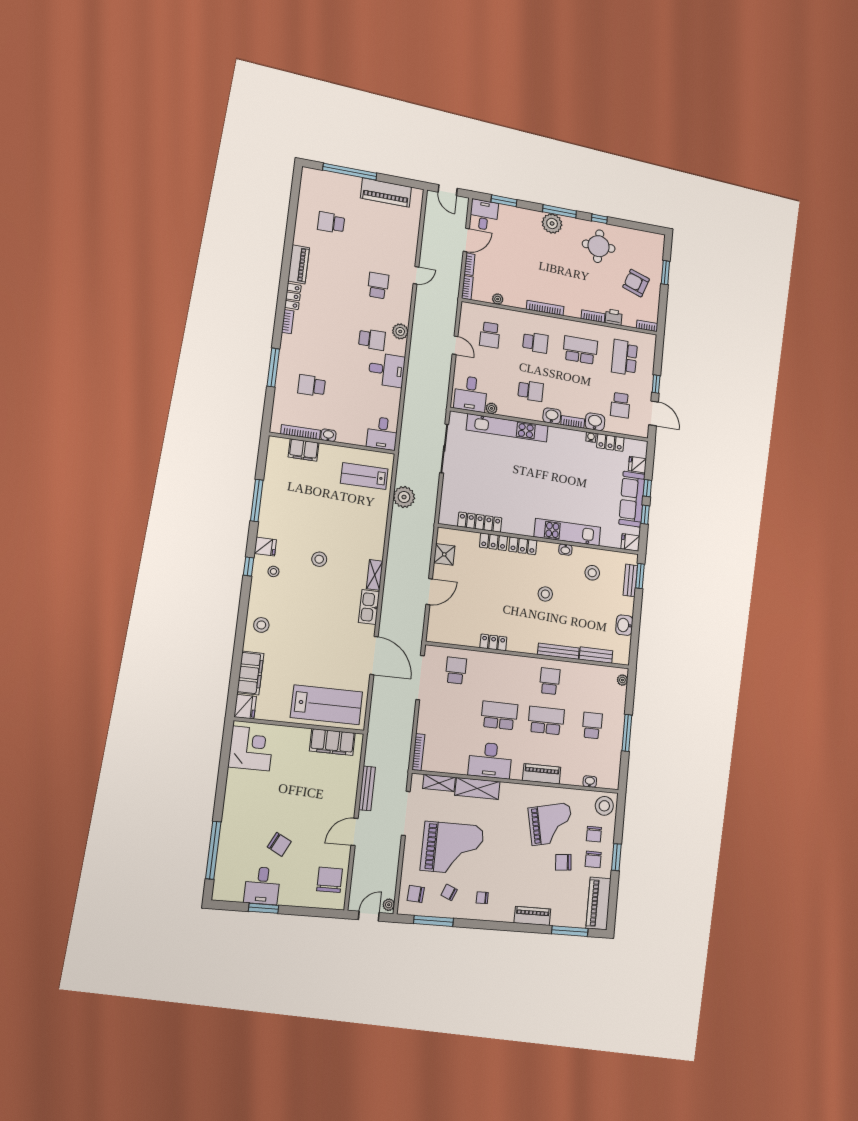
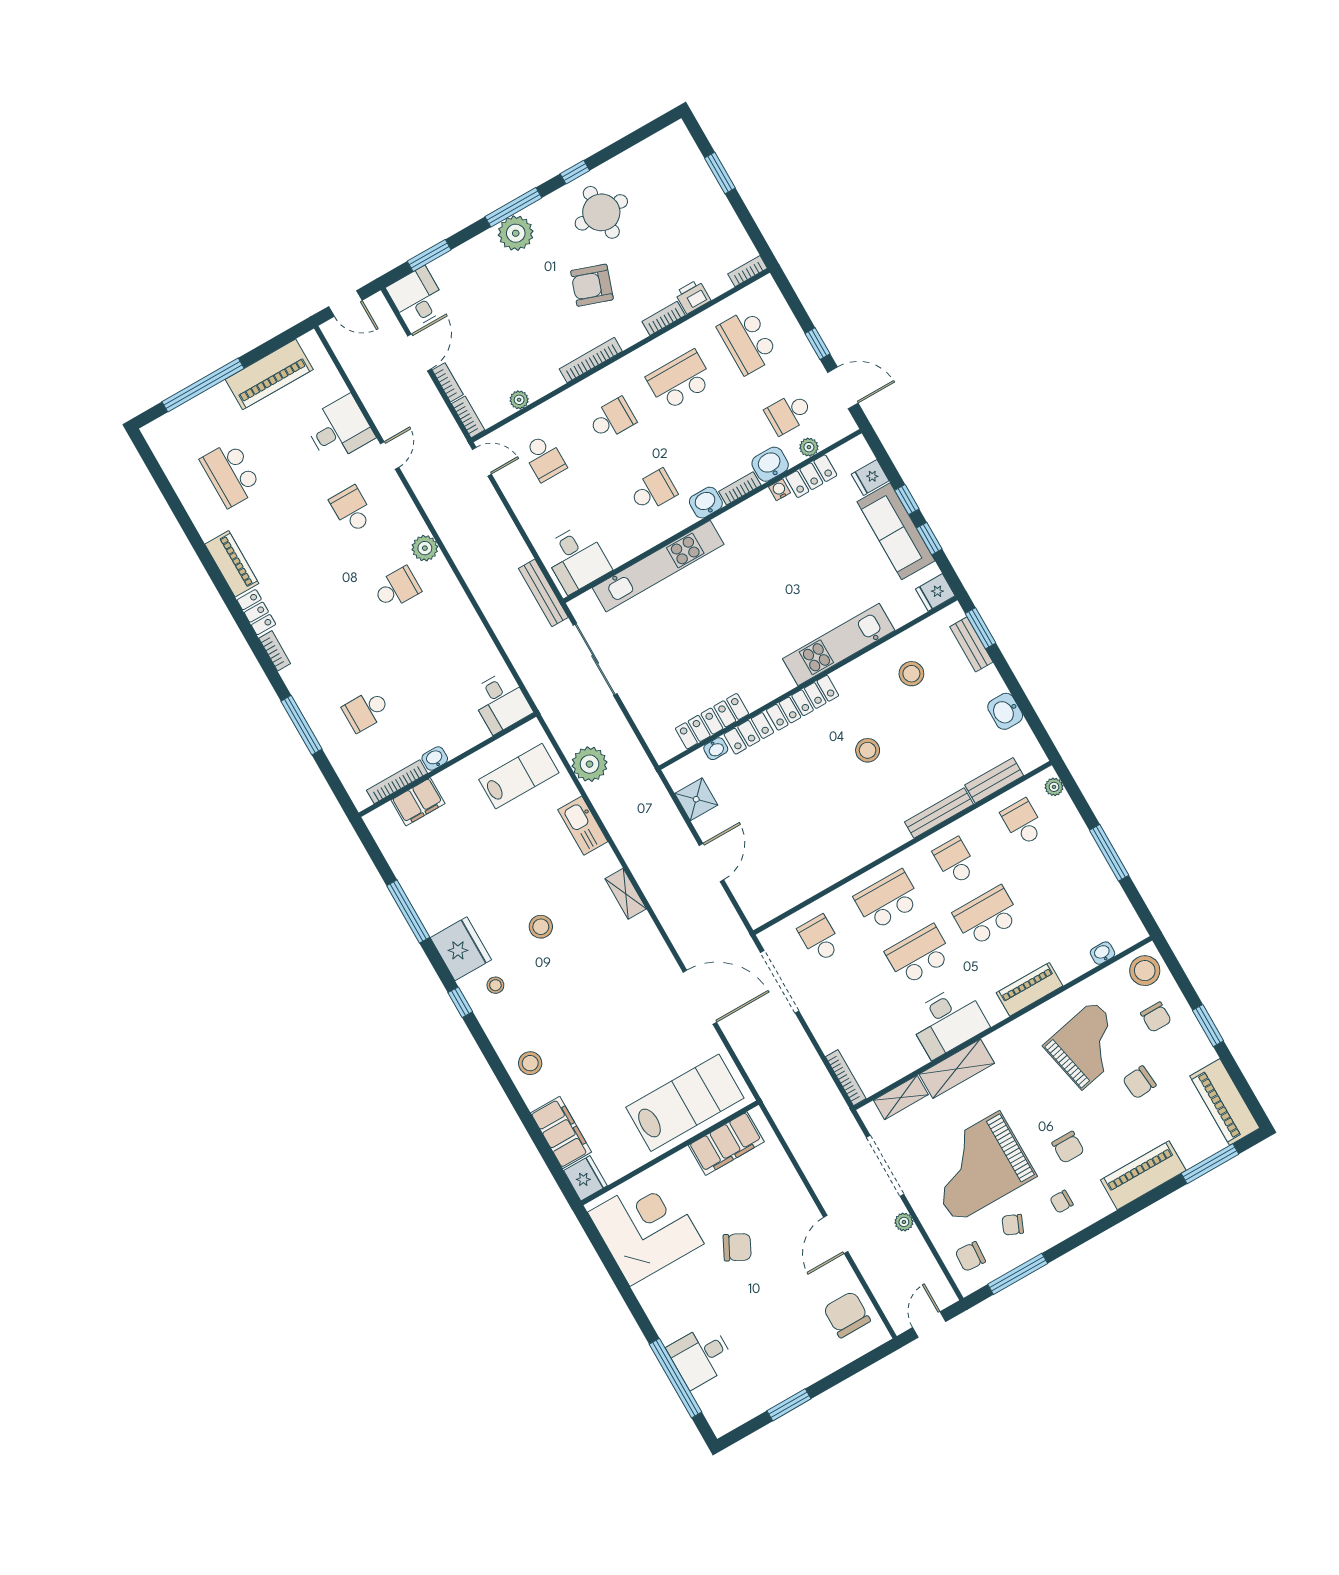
school desk: (331, 223) -> (231, 474), width x1.85
armchair: (636, 283) -> (592, 285), moved
door: (455, 345) -> (482, 462), moved
desk: (387, 370) -> (339, 429), moved
school desk: (620, 405) -> (789, 413), turned 90
plant: (492, 408) -> (809, 447), moved
lab bench: (364, 476) -> (519, 776), turned 180
locker: (523, 546) -> (803, 703), width x1.53
fridge: (265, 547) -> (461, 949), width x1.88, depth x1.34
washbasin: (565, 550) -> (716, 749), moved
kitchen sink: (369, 607) -> (583, 826), moved
locker: (493, 642) -> (843, 866), removed
school desk: (503, 676) -> (887, 900), added
school desk: (592, 725) -> (1023, 822), moved
corner desk: (251, 748) -> (646, 1228), width x1.36, depth x1.36
bench: (367, 788) -> (543, 593), moved
chair: (279, 844) -> (737, 1247), moved
grand piano: (452, 848) -> (977, 1167), turned 180
chair: (593, 859) -> (1068, 1147), moved
desk: (262, 886) -> (701, 1356), moved, turned 90
plant: (389, 905) -> (904, 1222), moved
piano: (532, 916) -> (1143, 1175), width x1.37, depth x1.33

